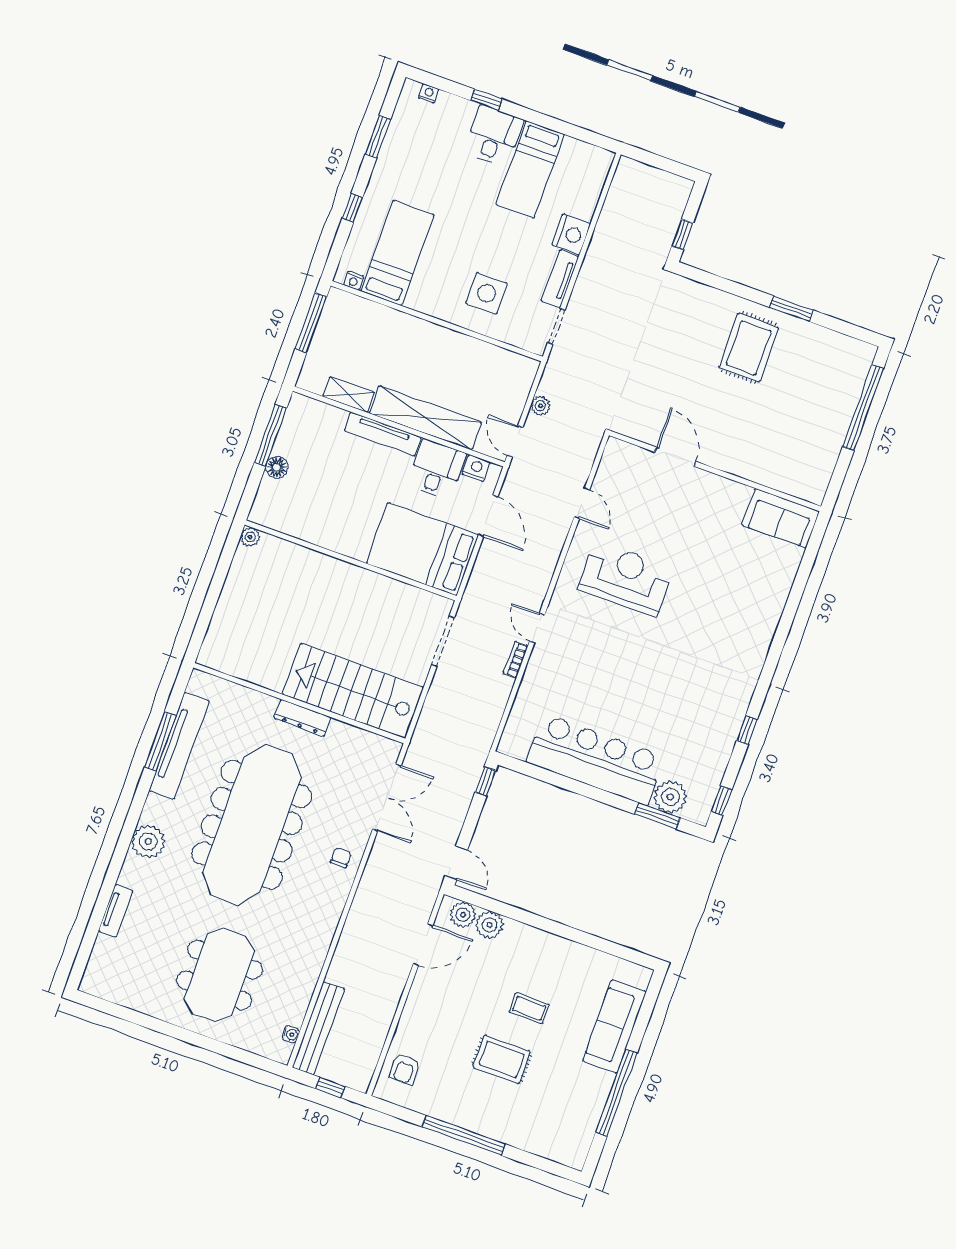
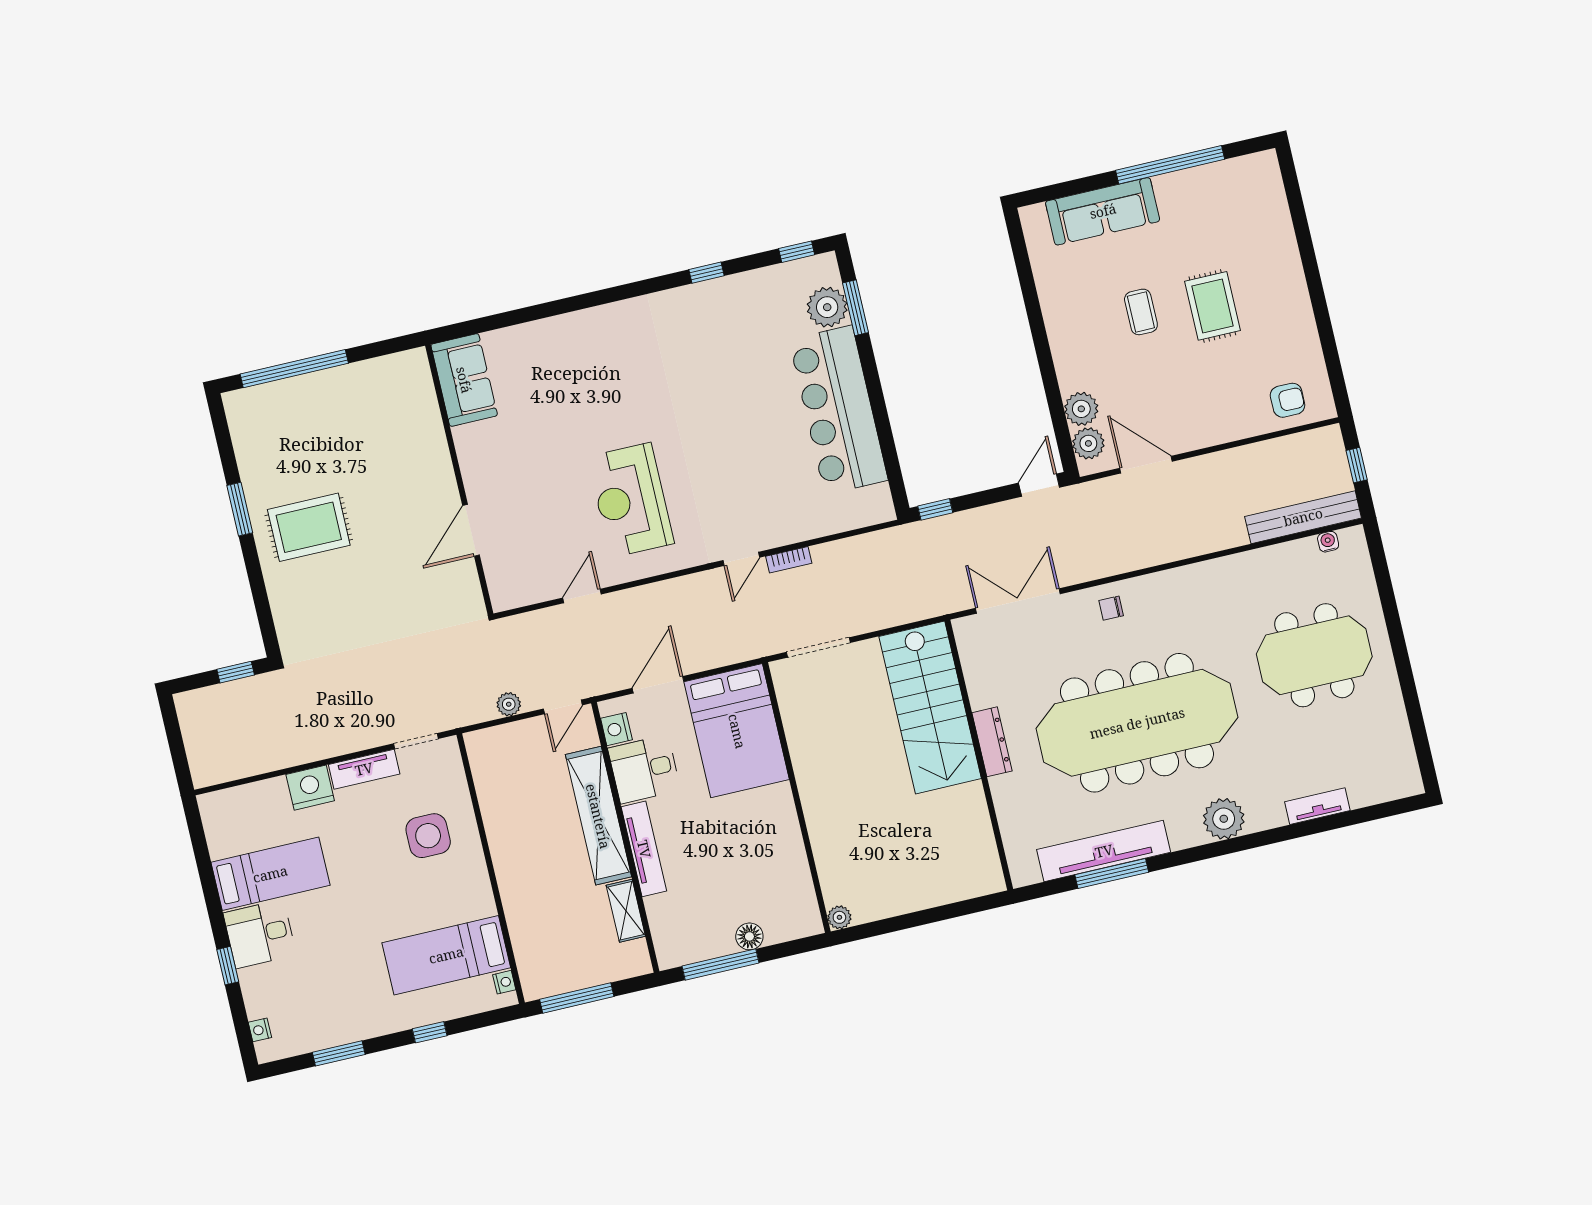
window: (464, 1135) -> (1317, 294), removed

